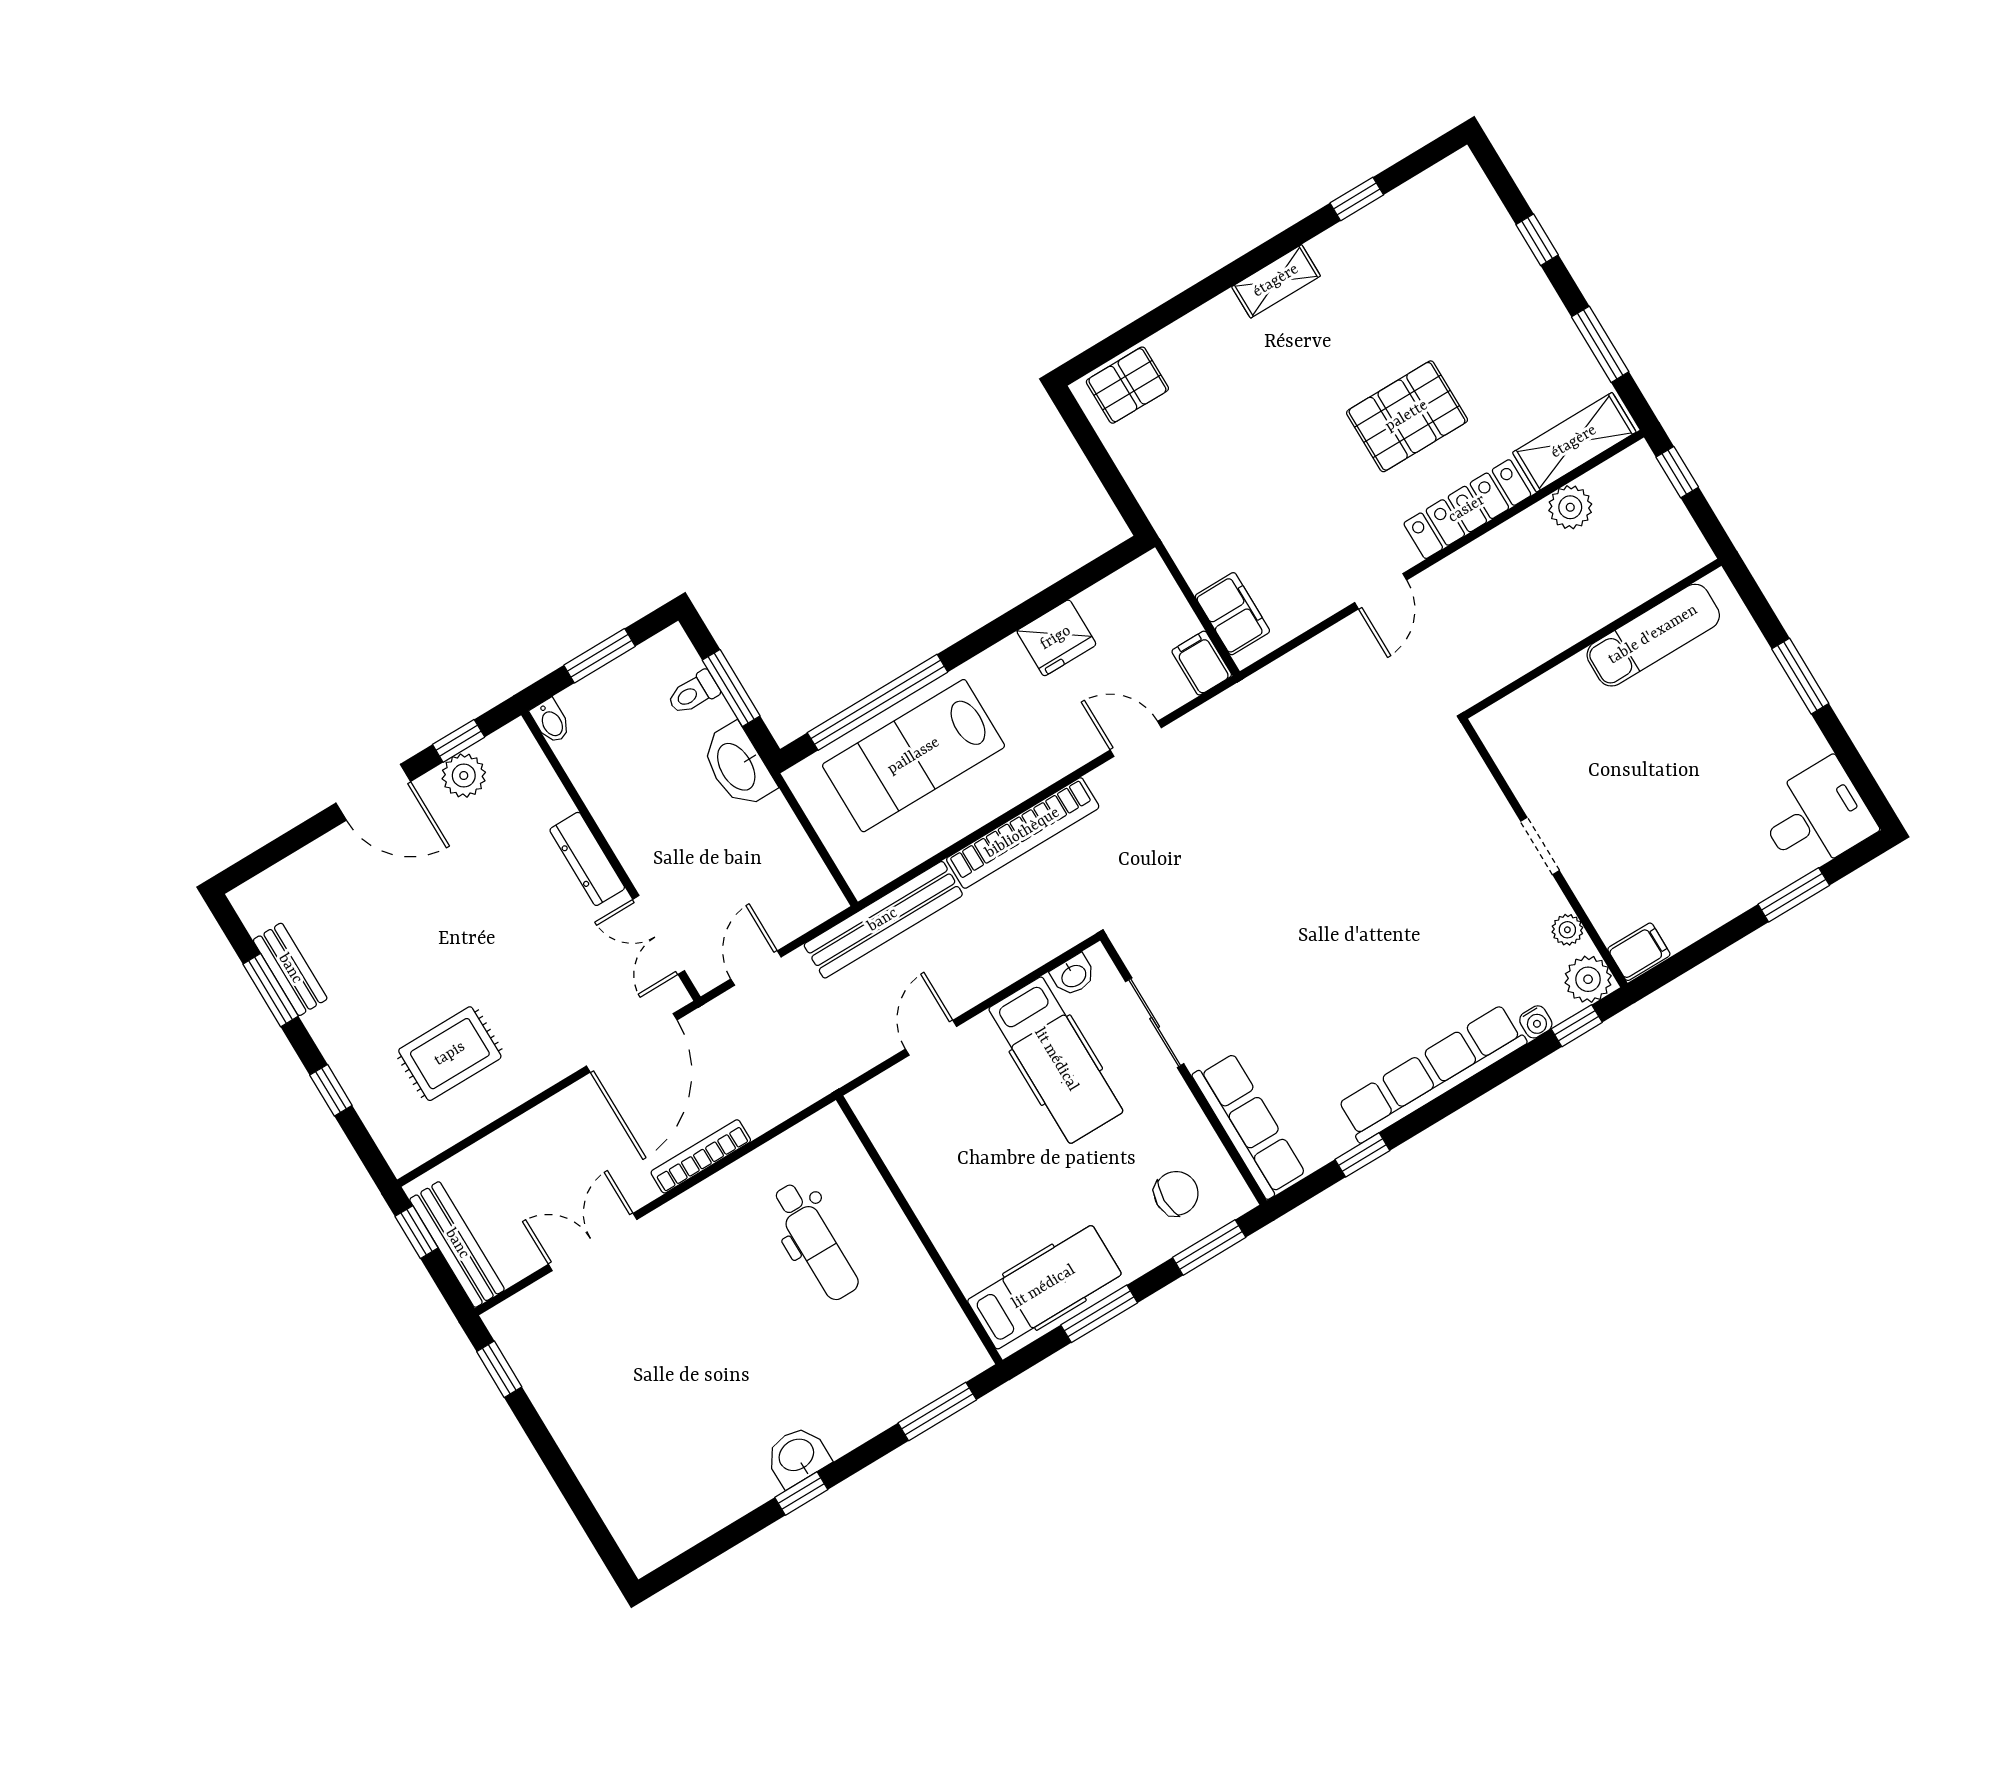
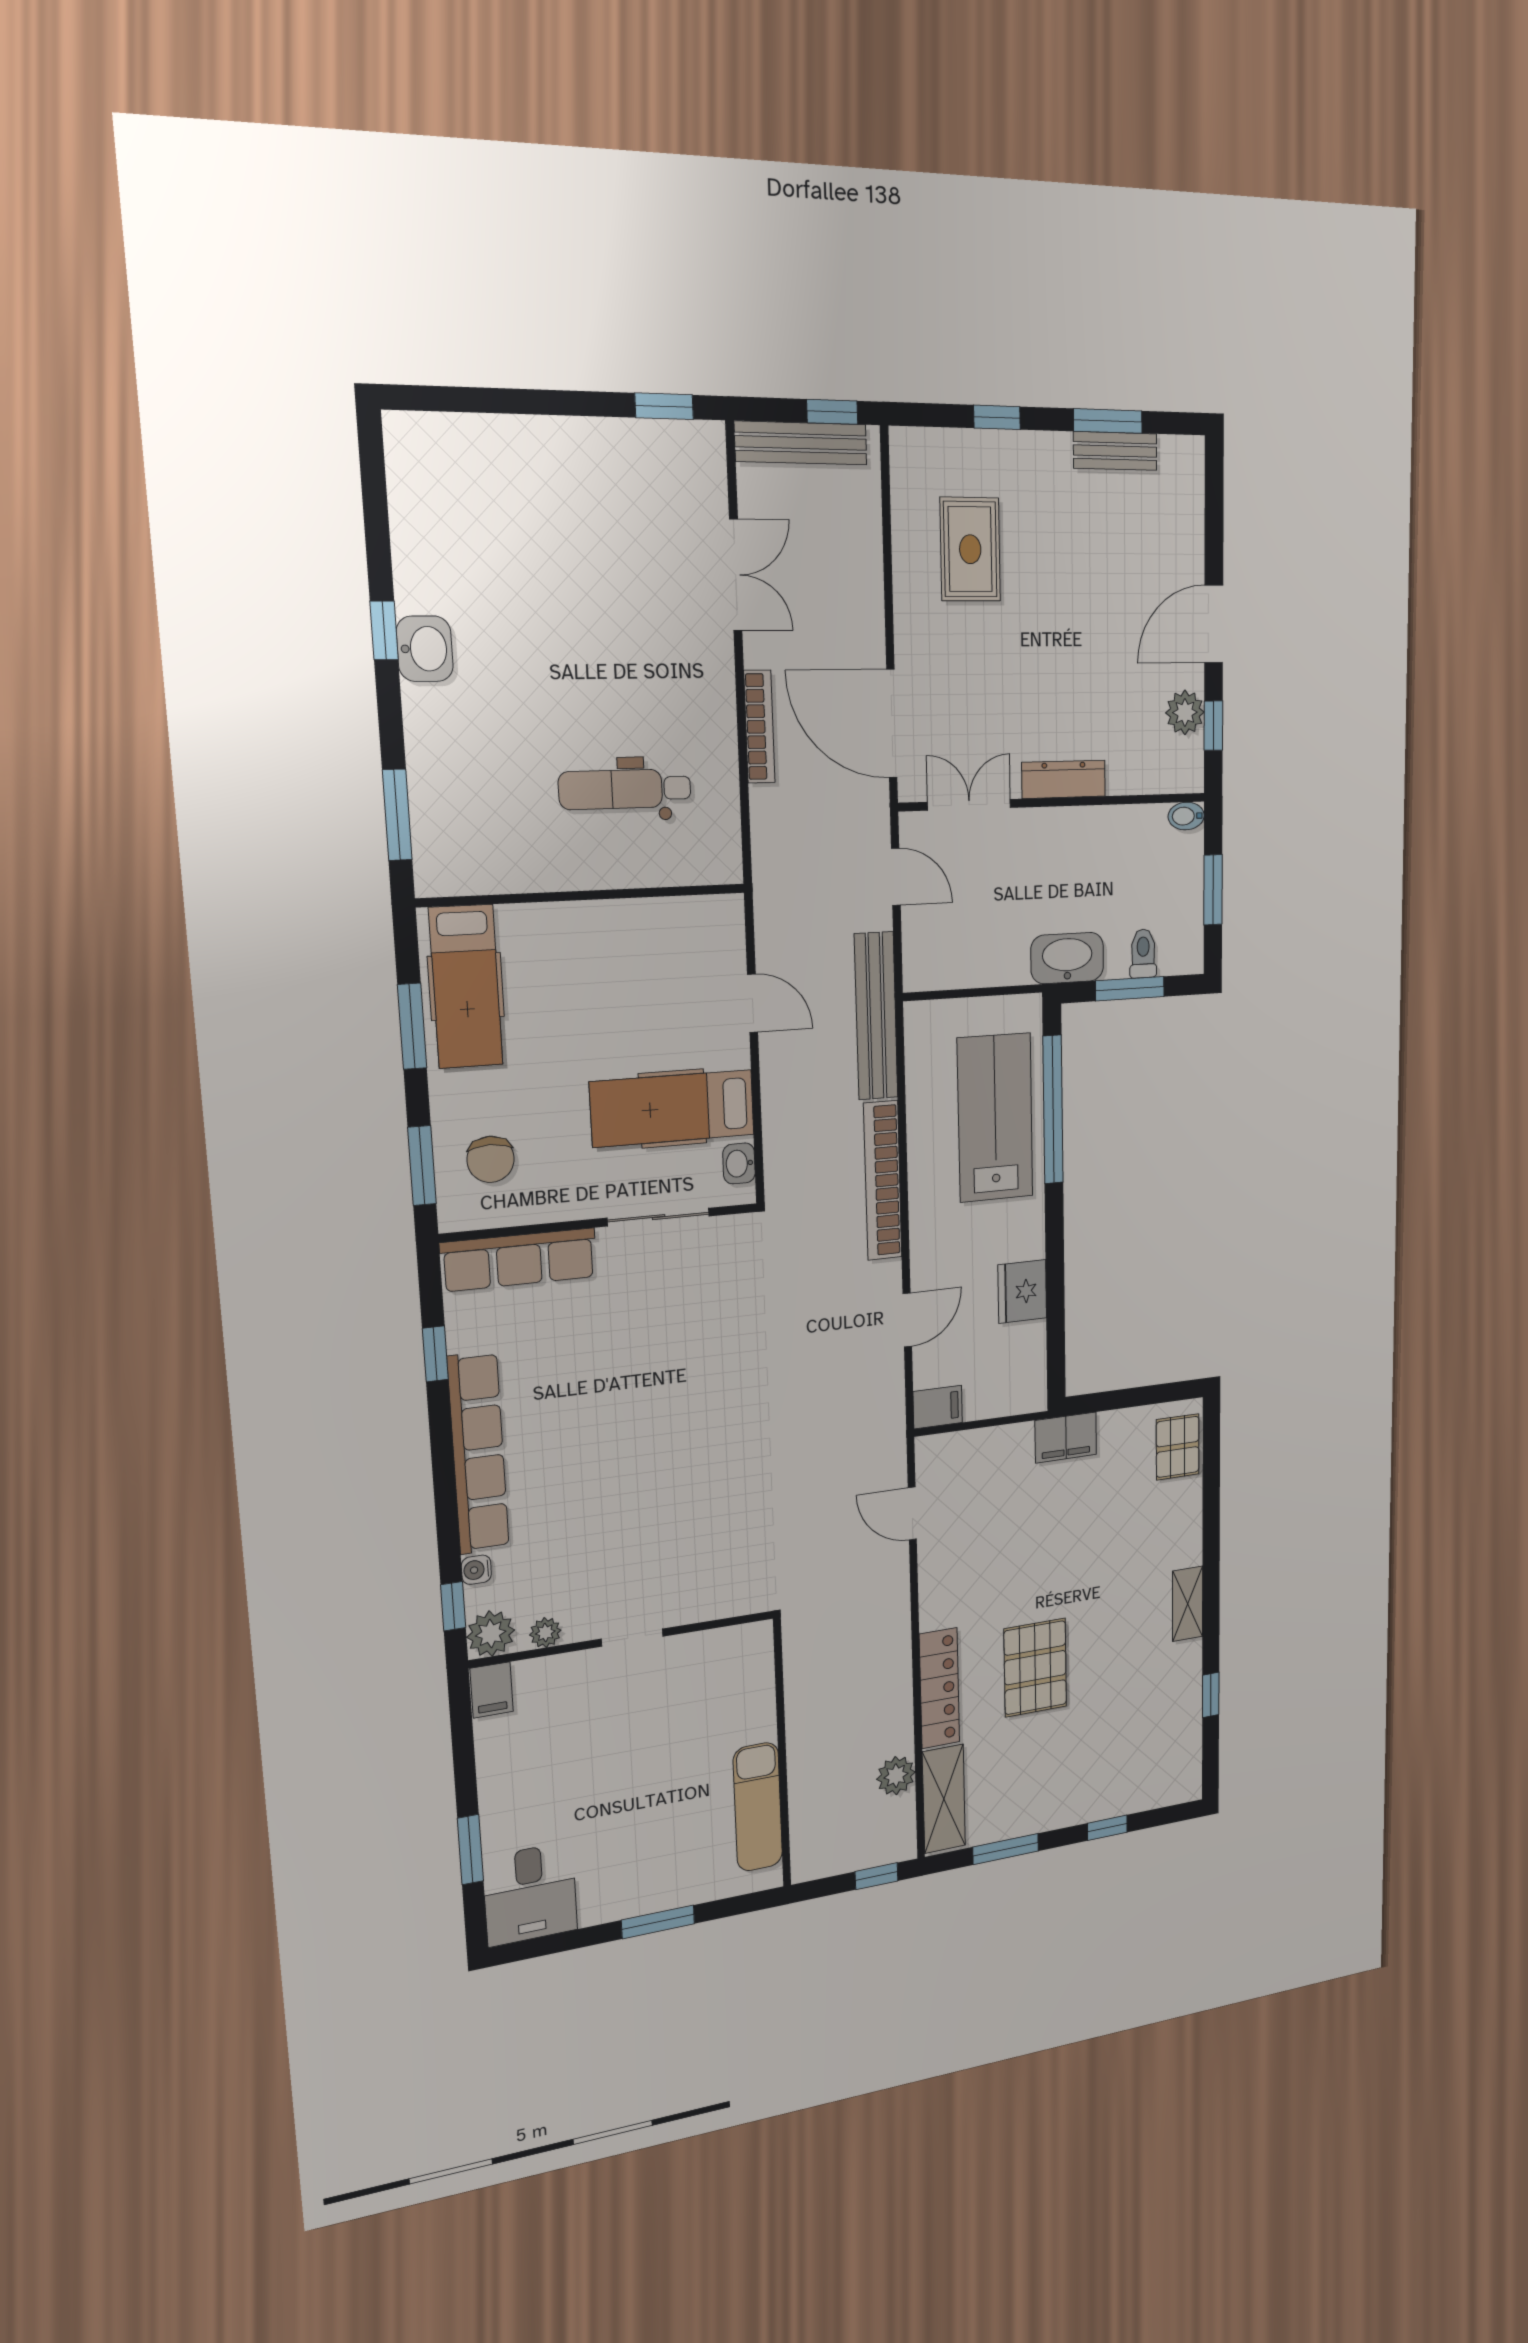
door: (1381, 591) -> (912, 1513), moved
filing cabinet: (1232, 614) -> (1066, 1438), moved

